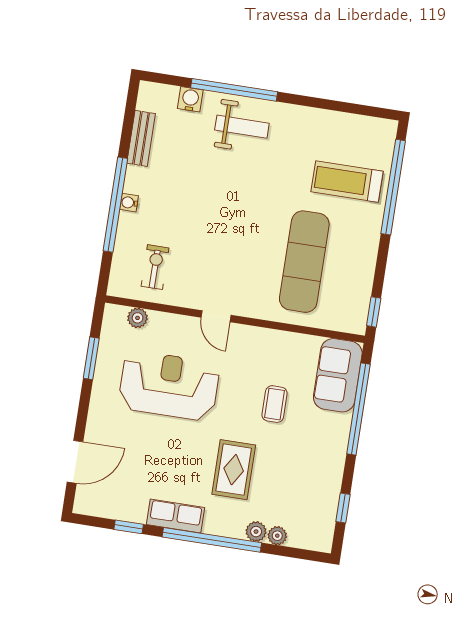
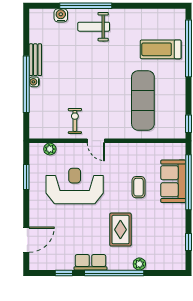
weight bench: (242, 127) -> (94, 27), turned 180
bench: (141, 138) -> (35, 60), moved
exercise bike: (155, 267) -> (75, 121), moved
sofa: (338, 375) -> (173, 181), moved
plant: (277, 536) -> (152, 264), removed

